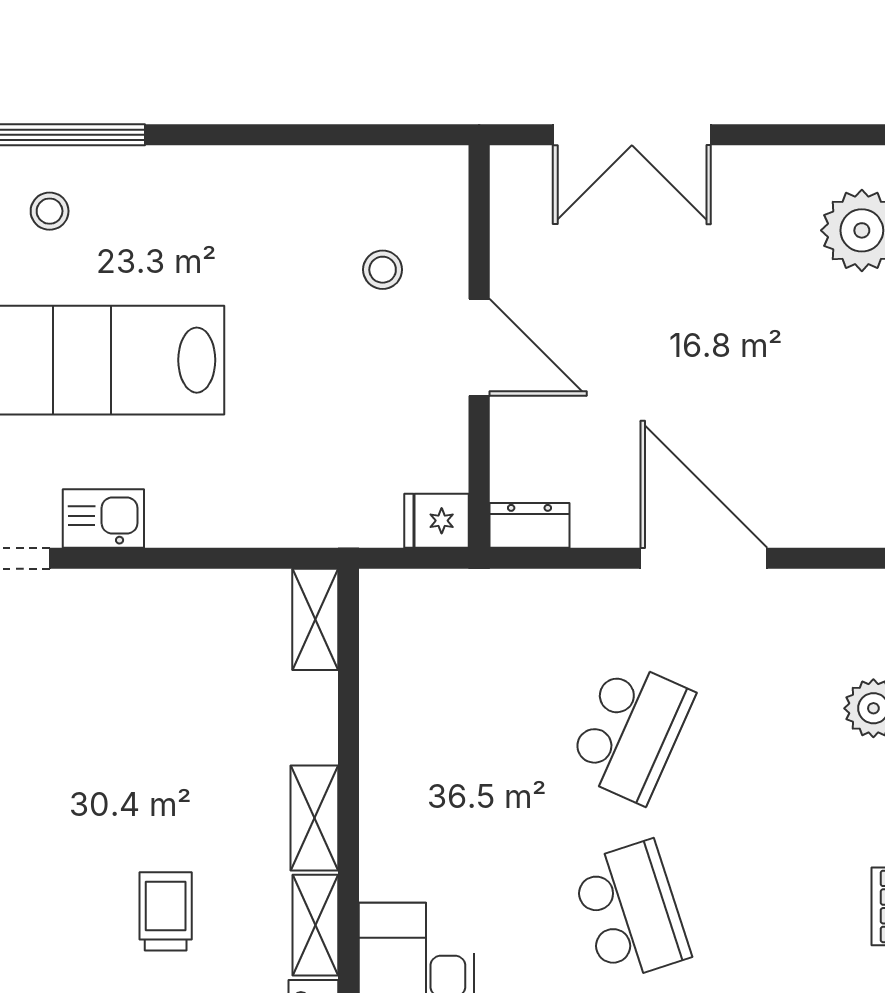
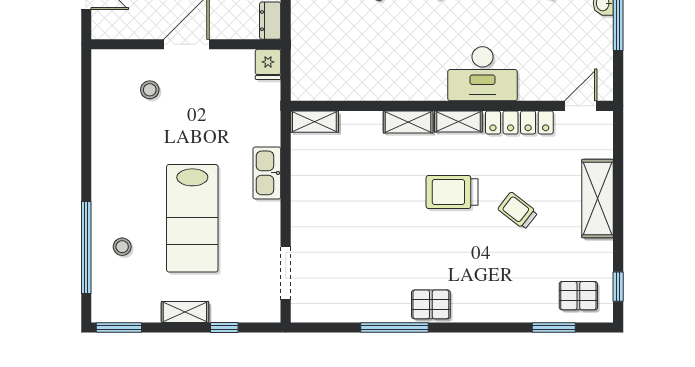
kitchen sink: (103, 518) -> (267, 173), moved, width x1.38
trolley: (166, 911) -> (452, 192), width x1.36, depth x1.39

